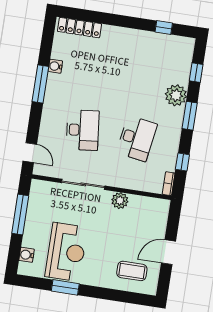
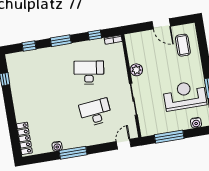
plant: (176, 95) -> (50, 55), removed

